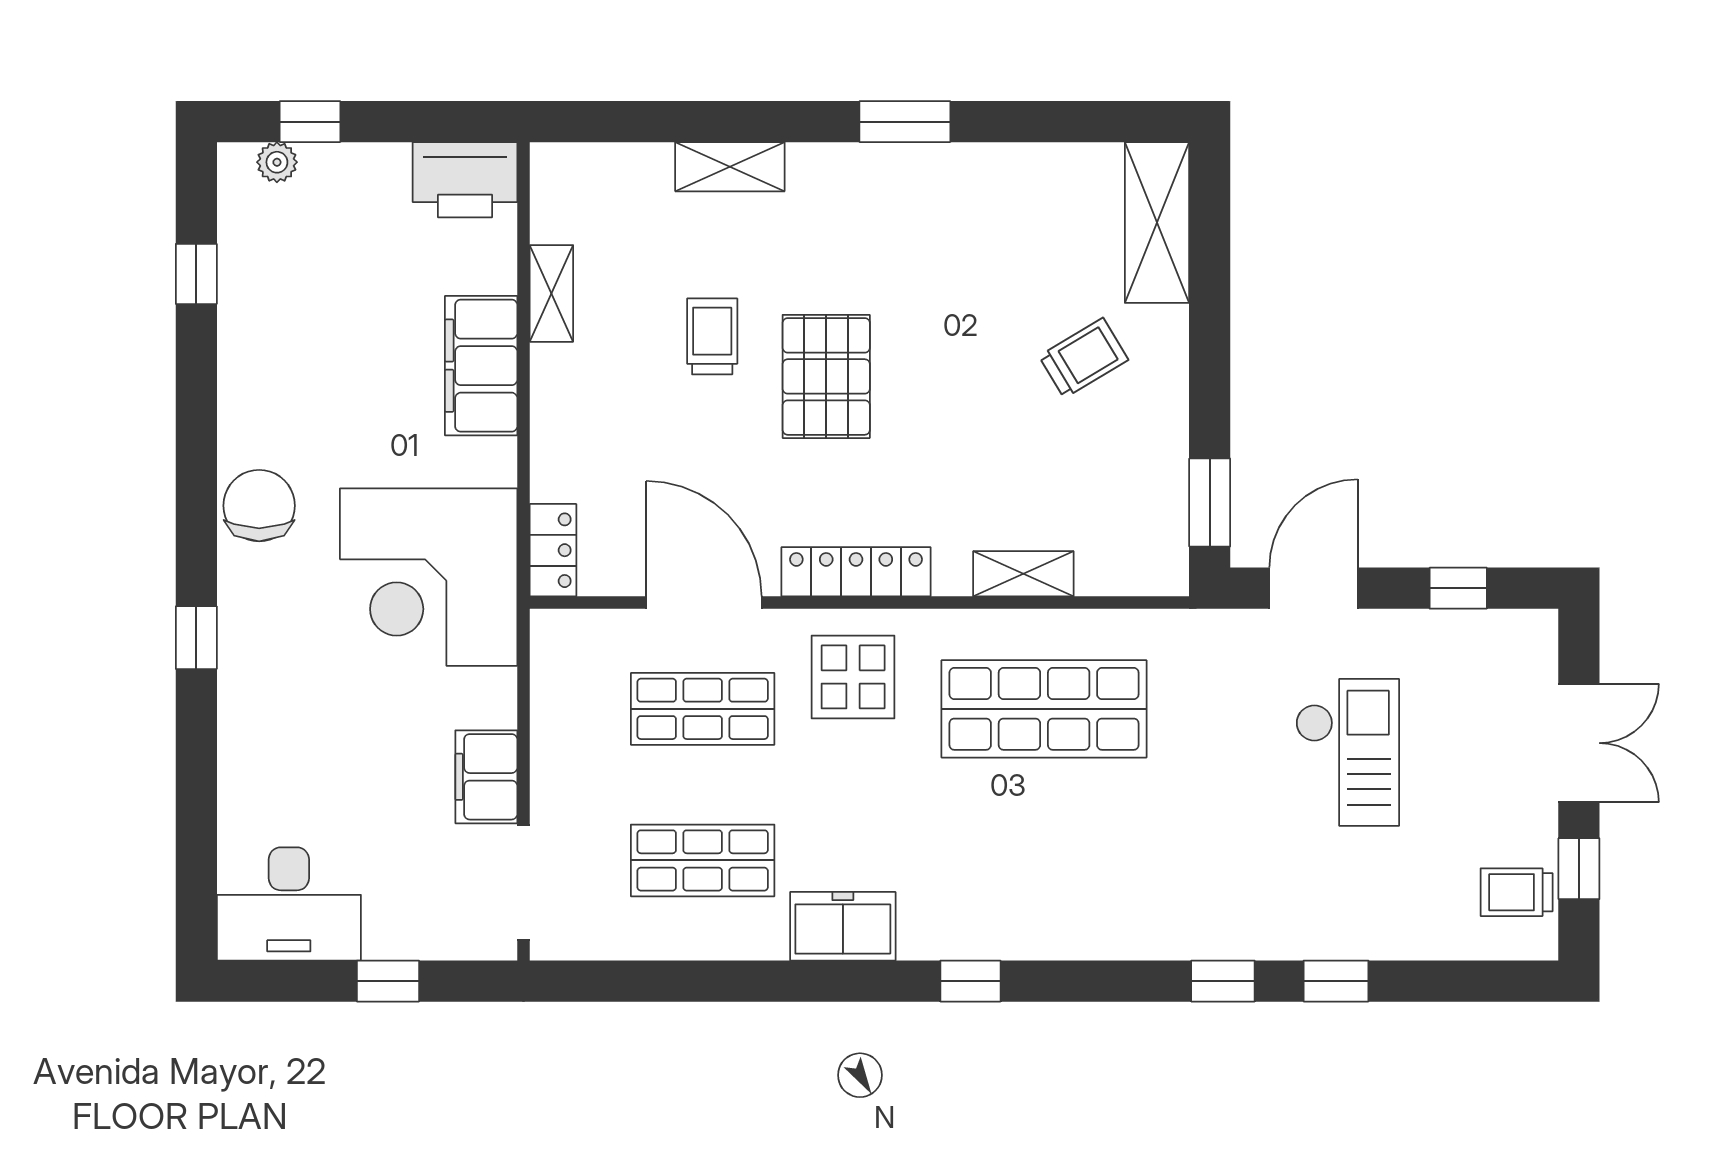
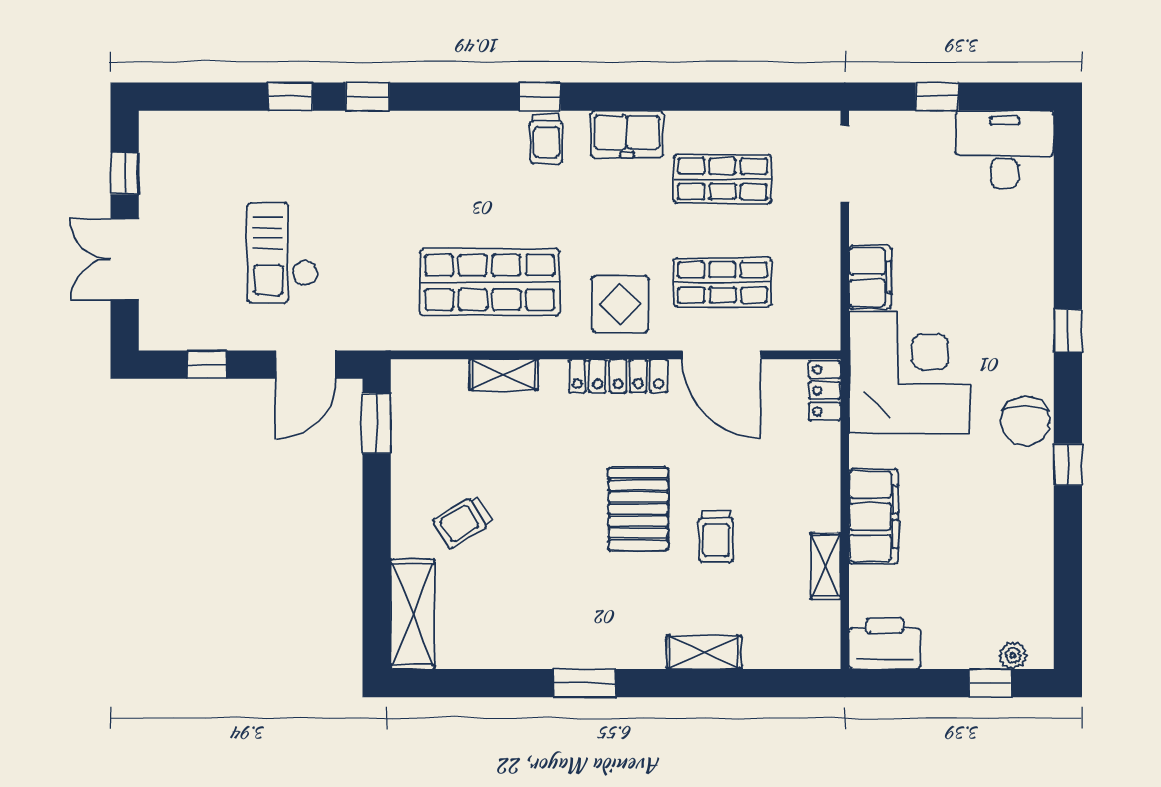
window: (196, 274) -> (1068, 465), moved
filing cabinet: (486, 777) -> (870, 277), moved
trolley: (1517, 892) -> (546, 139), moved, turned 90

